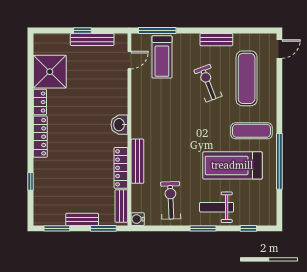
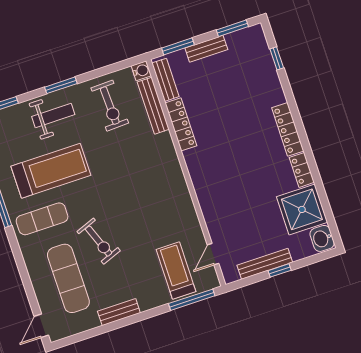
exercise bike: (208, 83) -> (99, 241), moved
washbasin: (119, 125) -> (322, 238), moved, turned 180
bench: (137, 161) -> (153, 106), moved
window: (31, 181) -> (277, 58), moved

